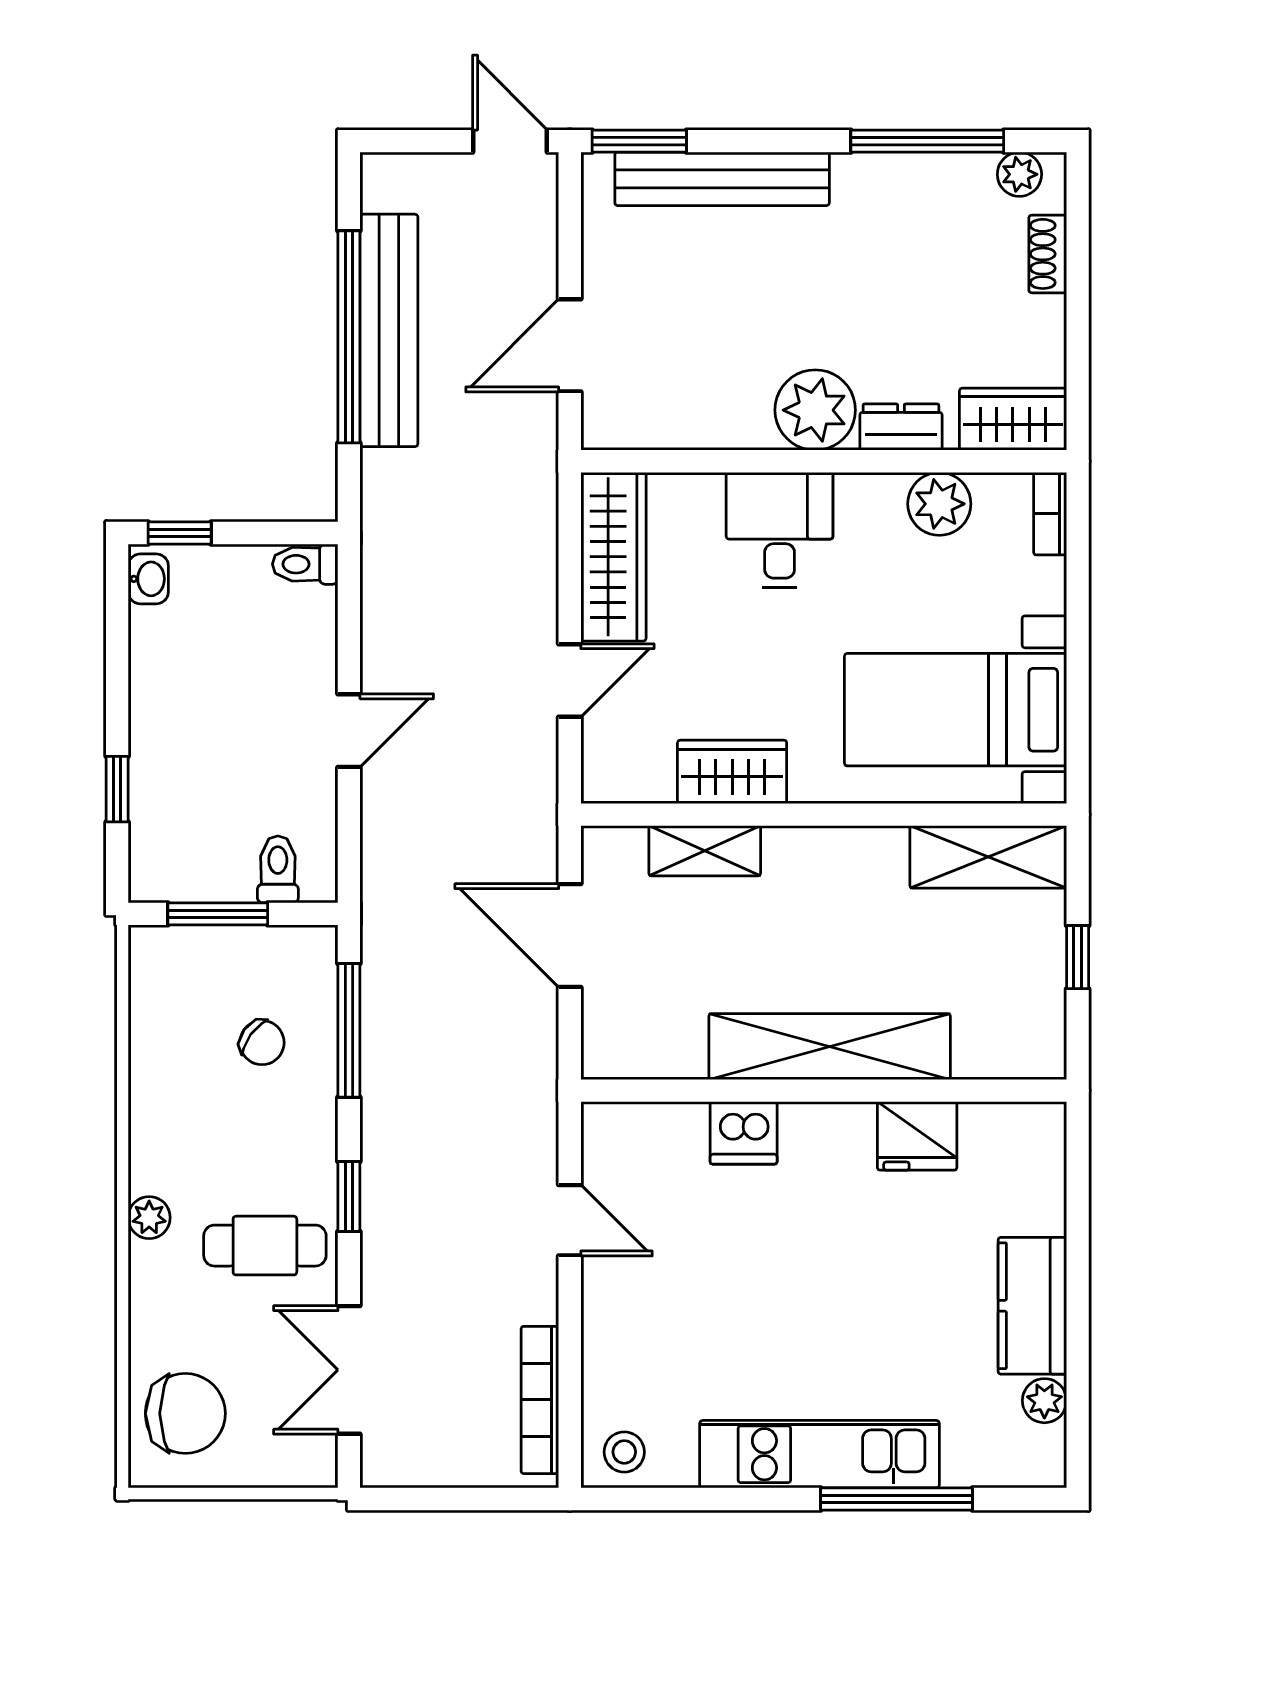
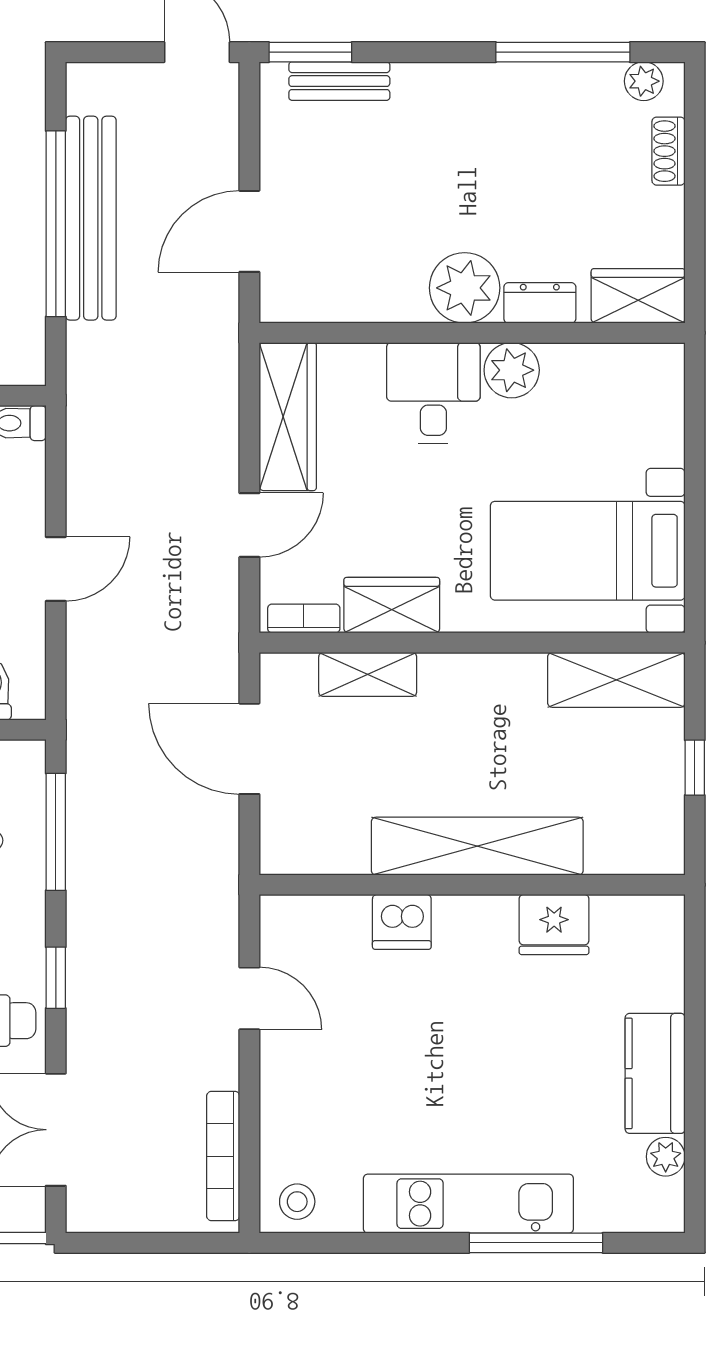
bench: (722, 179) -> (339, 81), width x0.54, depth x0.82
plant: (939, 504) -> (512, 370), moved
bookcase: (1050, 514) -> (304, 619), moved, turned 90

